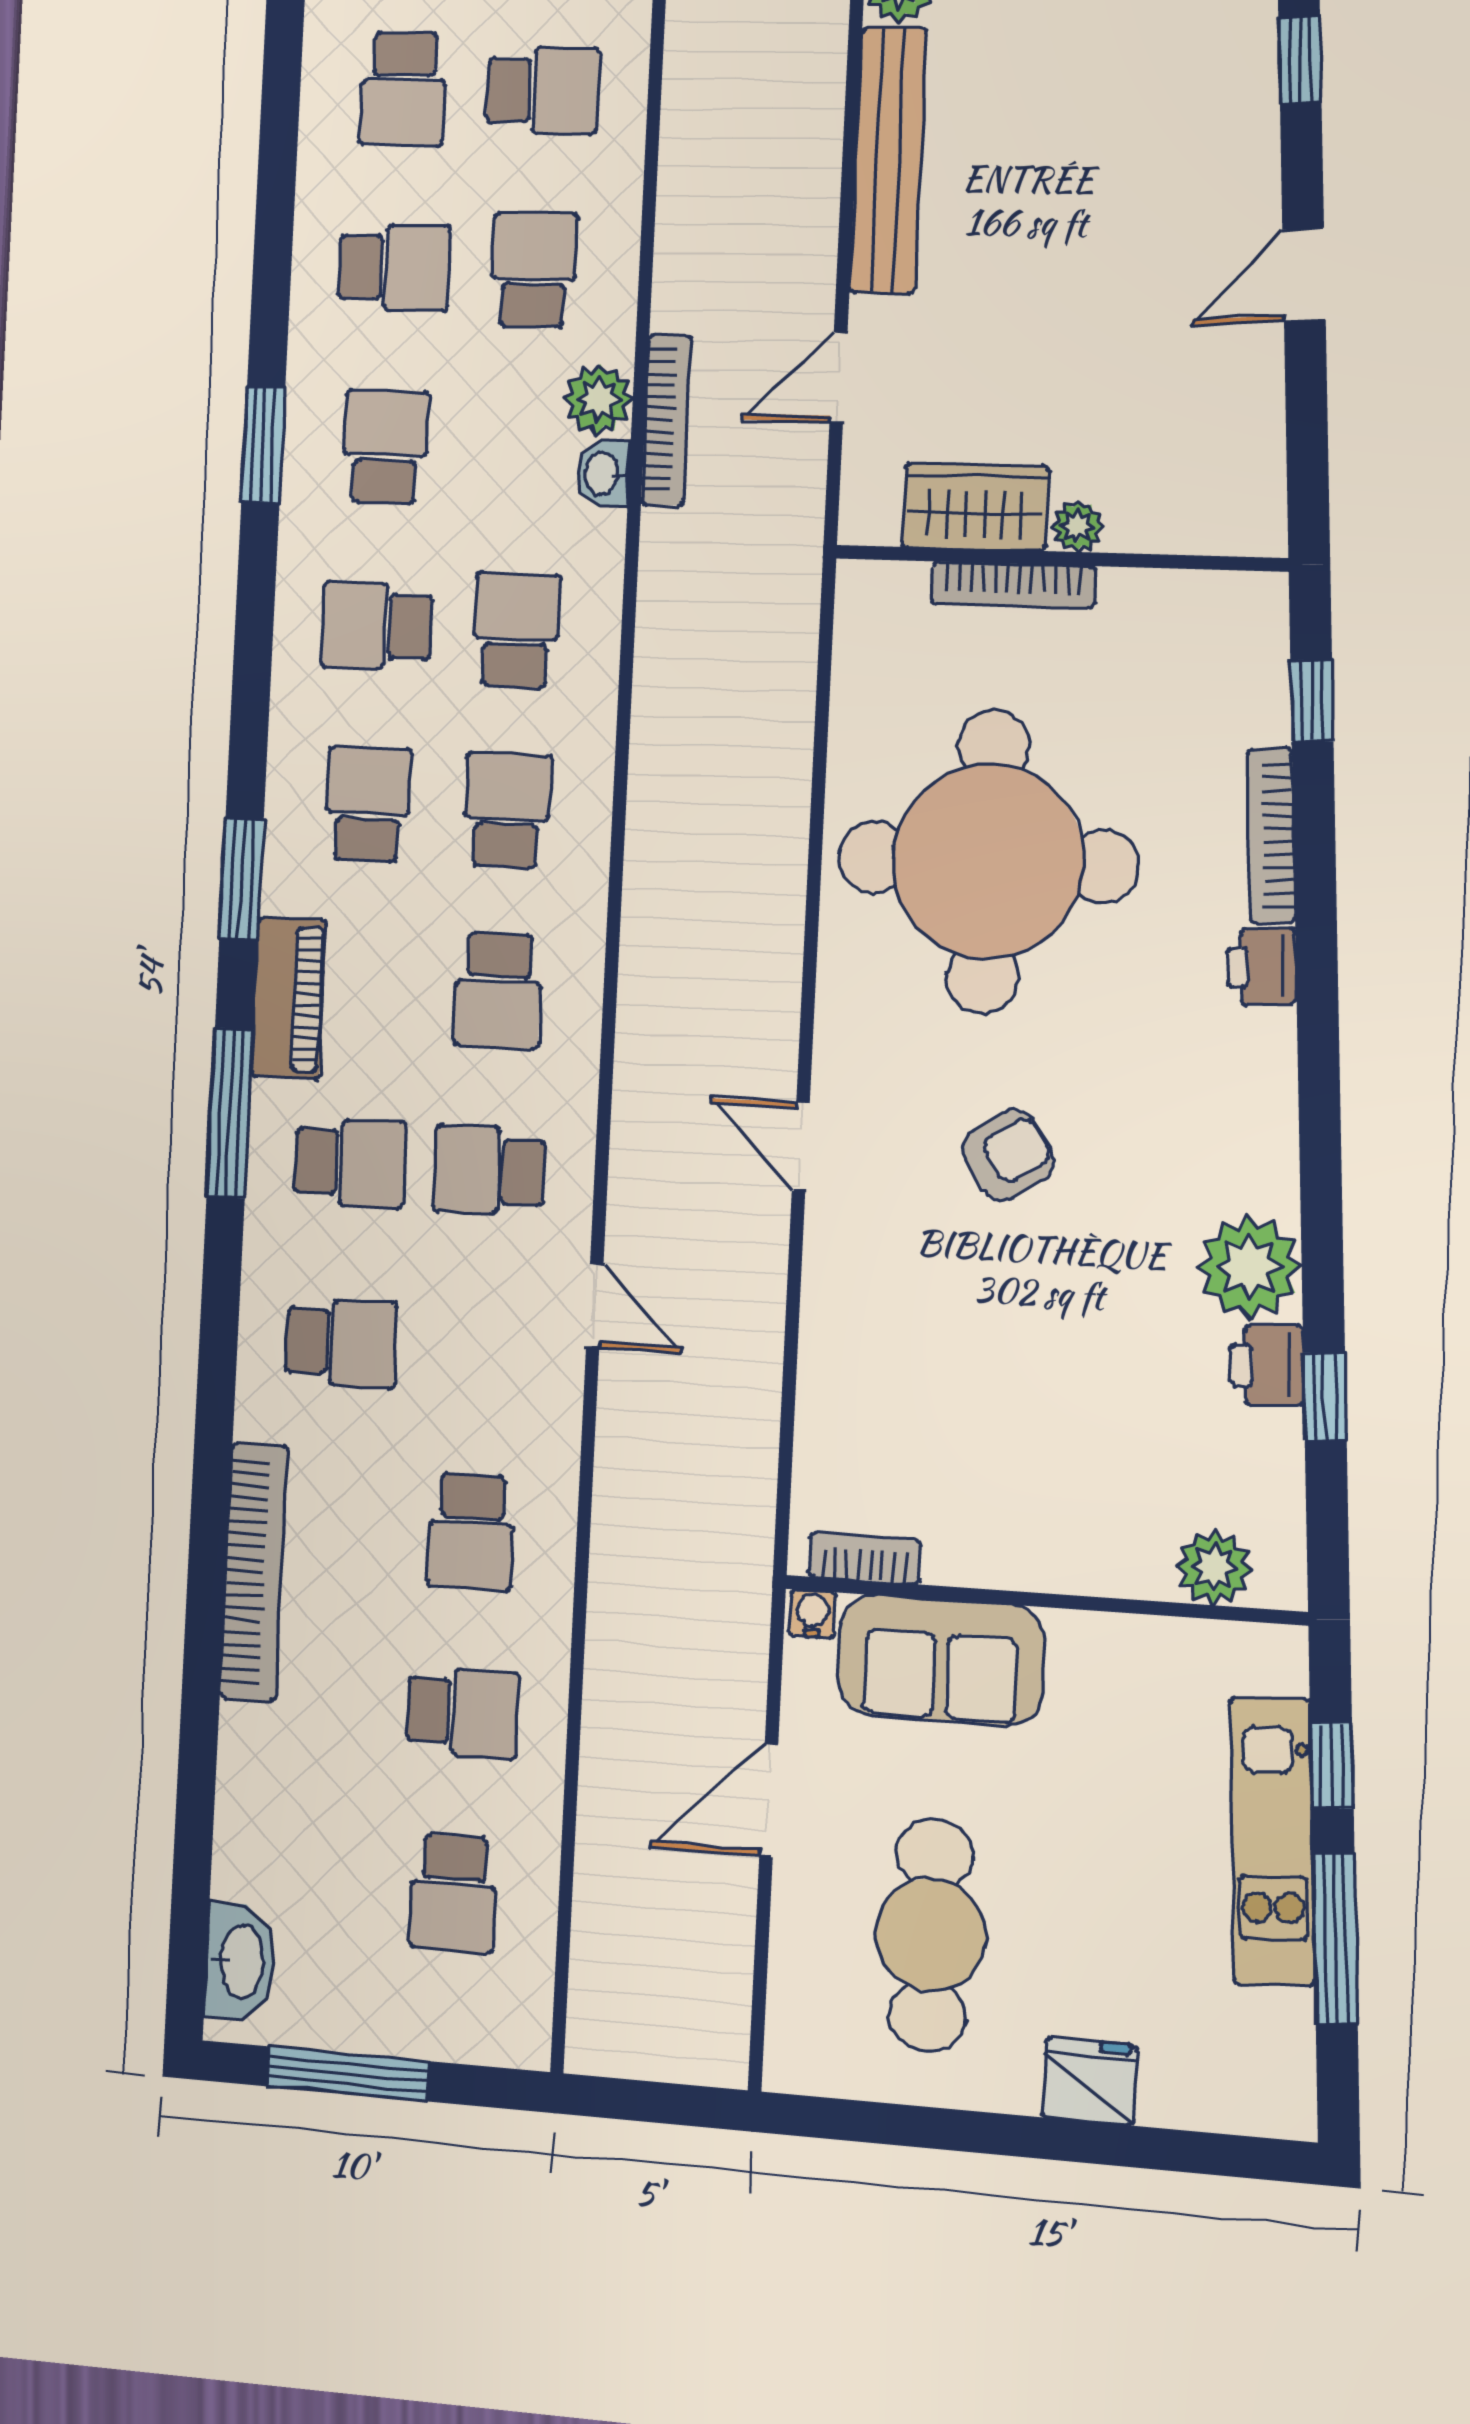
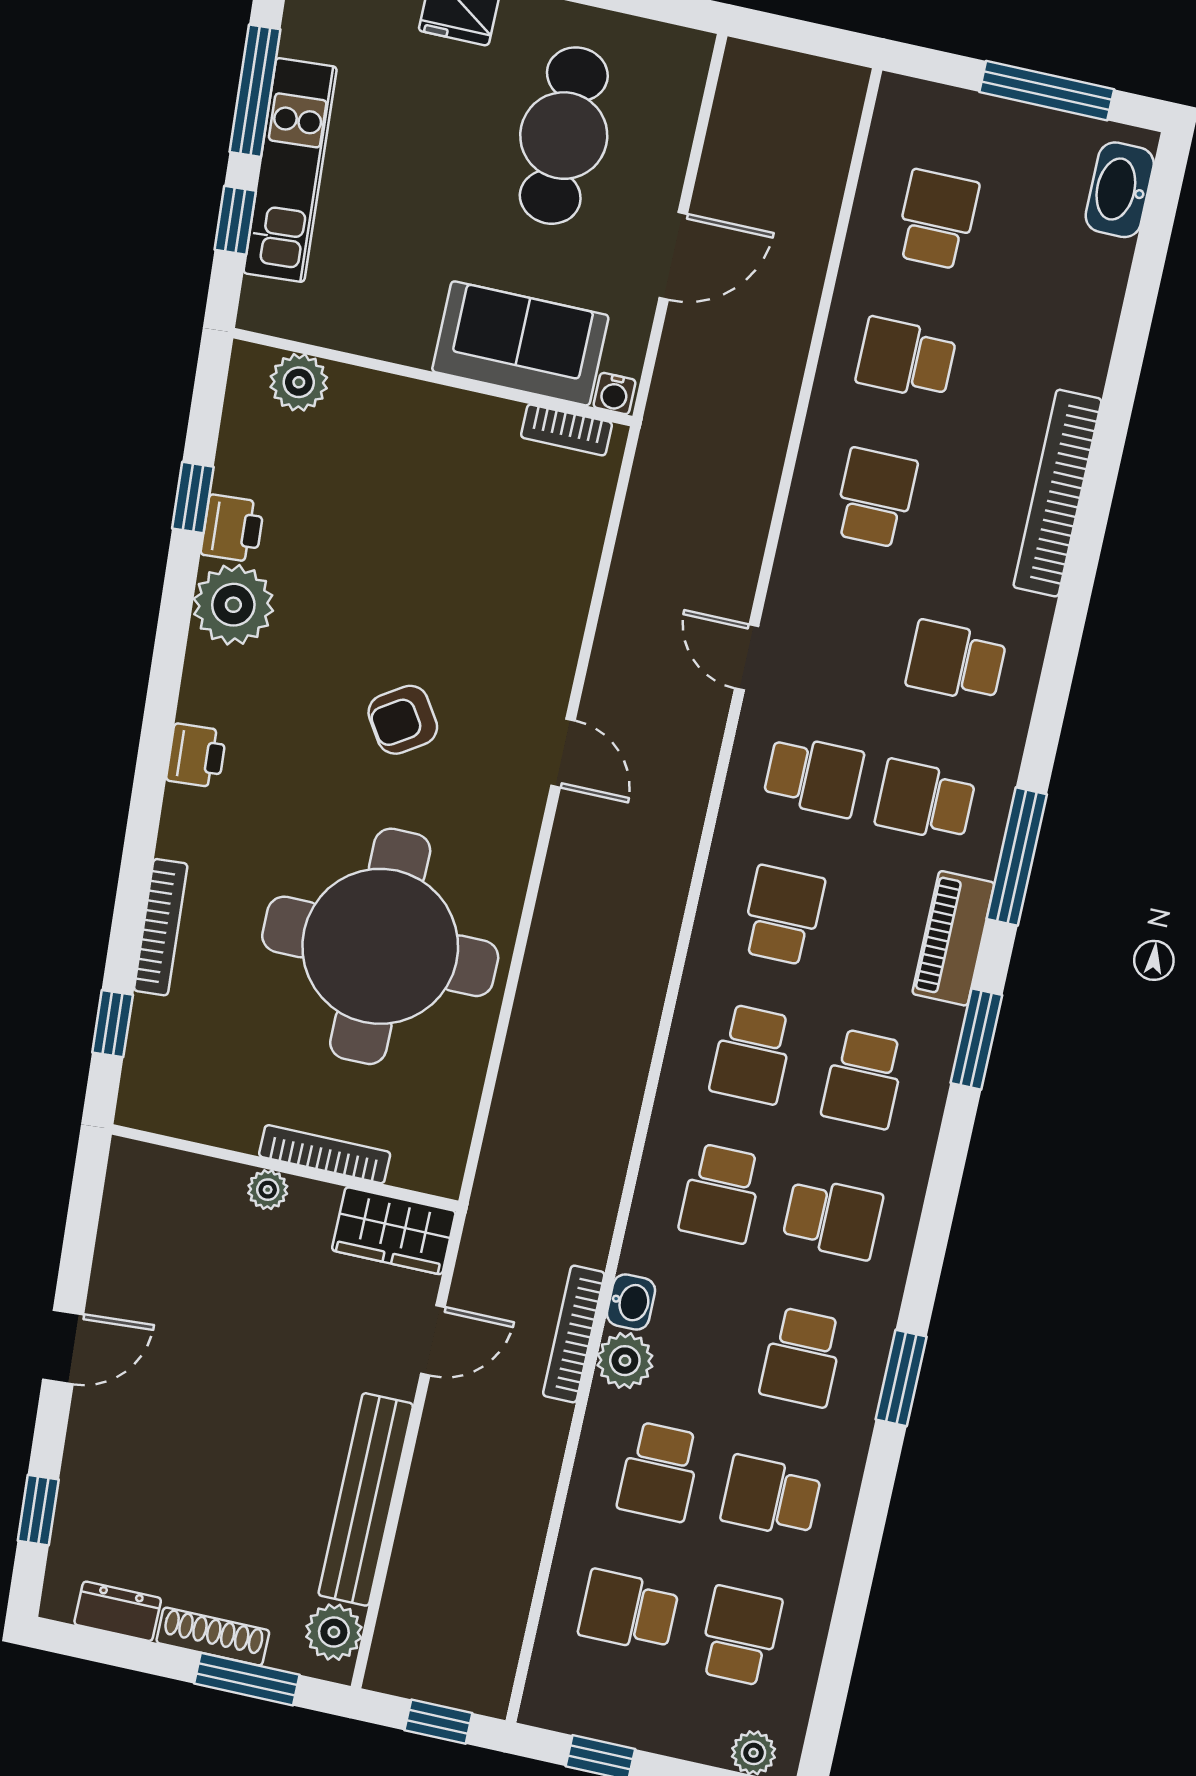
wardrobe: (975, 507) -> (394, 1231), moved
printer: (1262, 967) -> (196, 756), moved

